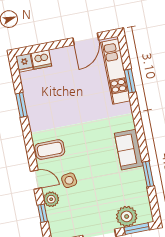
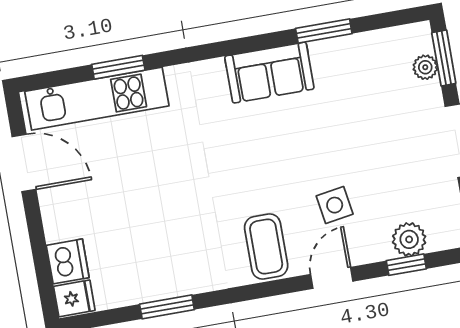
plant: (51, 199) -> (409, 239), moved
plant: (127, 216) -> (425, 67), width x0.53, depth x0.53

